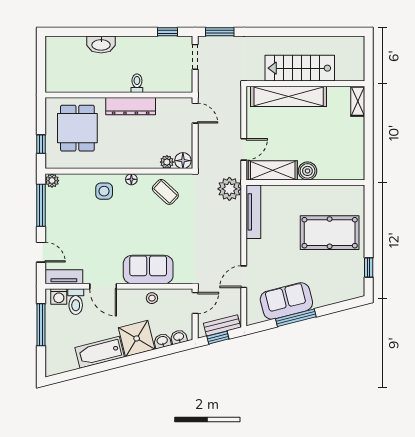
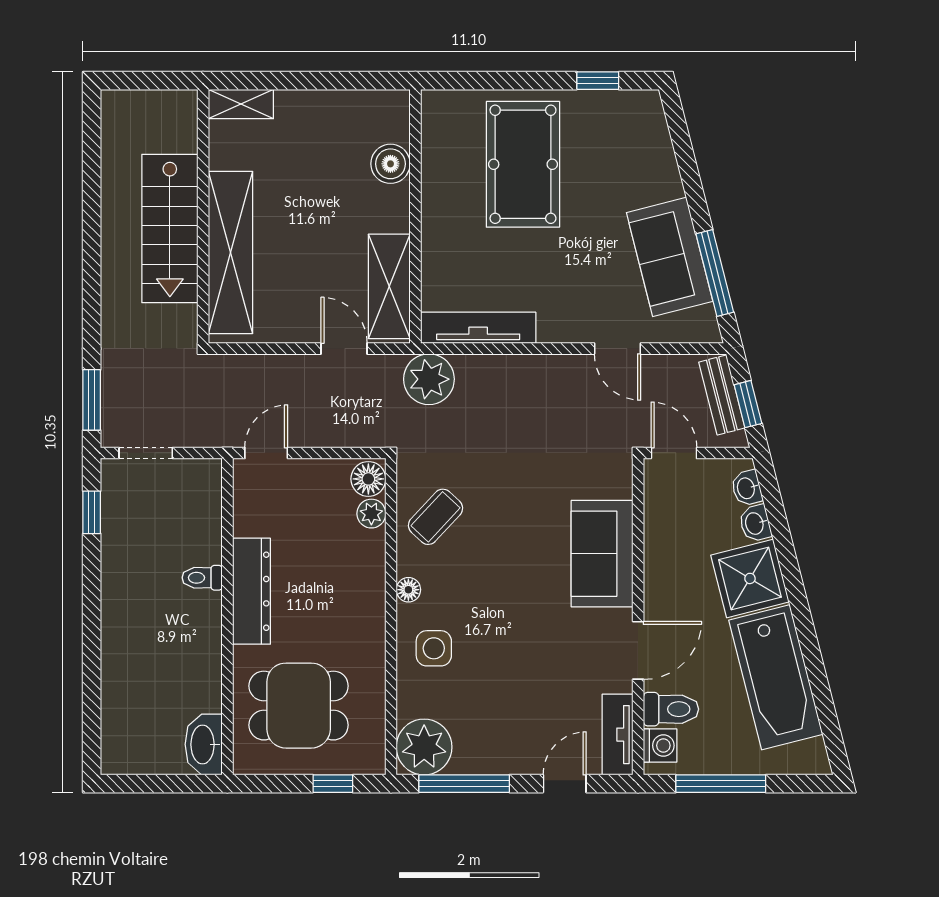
washbasin: (101, 44) -> (204, 744), moved, turned 180
boiler: (307, 171) -> (390, 164), moved
plant: (52, 181) -> (424, 747), width x1.88, depth x1.88
stool: (152, 298) -> (663, 545), removed
window: (296, 318) -> (715, 273), moved
bathtub: (100, 352) -> (776, 677), width x1.36, depth x1.36

